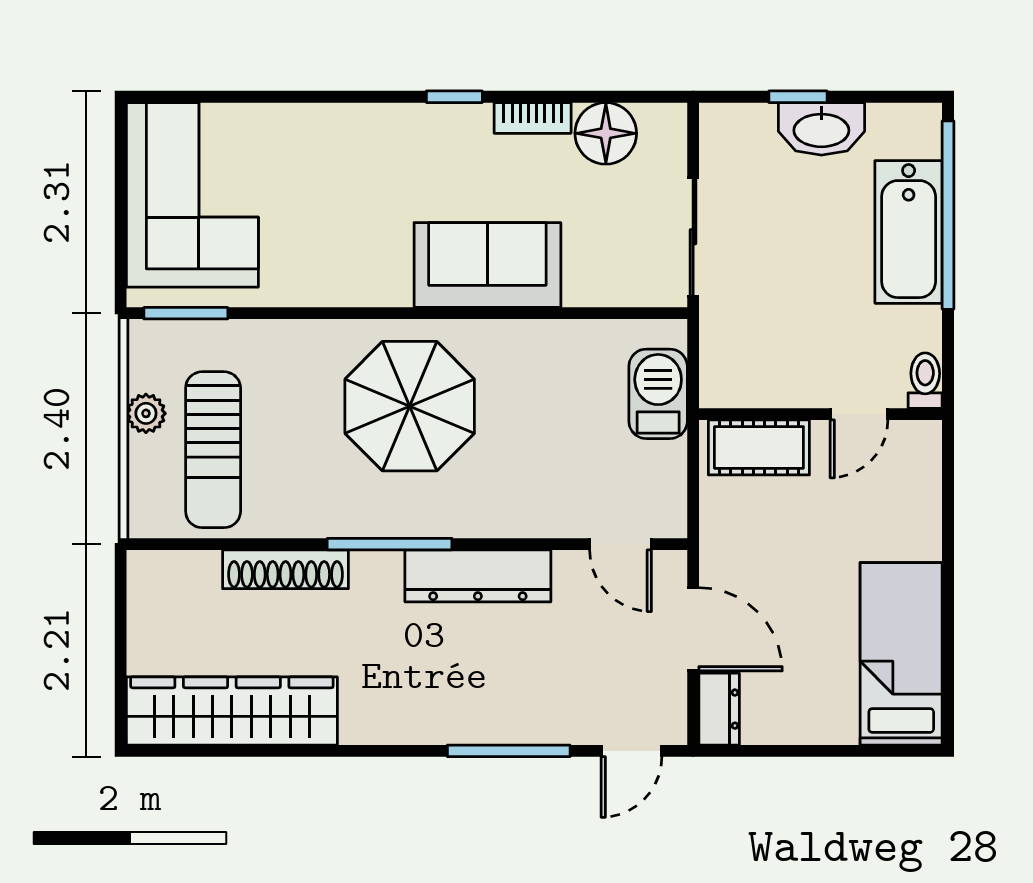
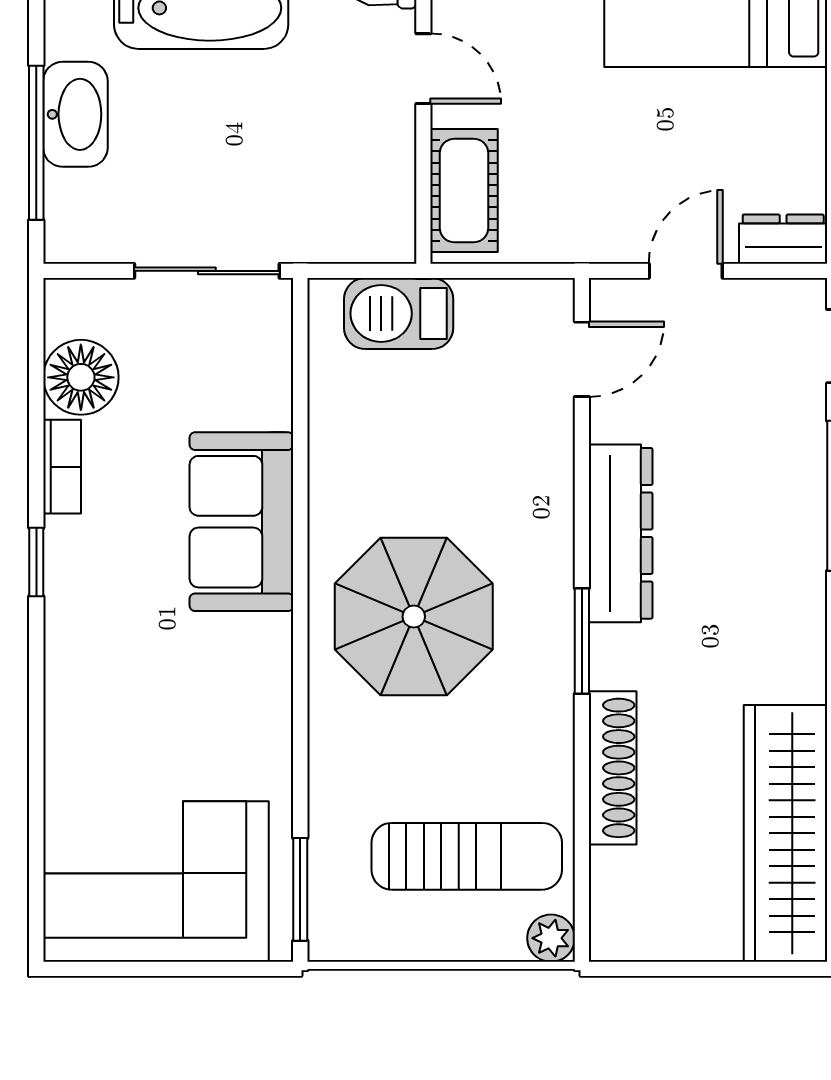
window: (798, 97) -> (36, 143), width x2.17
plant: (146, 413) -> (551, 938), moved
window: (390, 544) -> (582, 641), width x0.69
door: (693, 629) -> (686, 271), width x0.73

